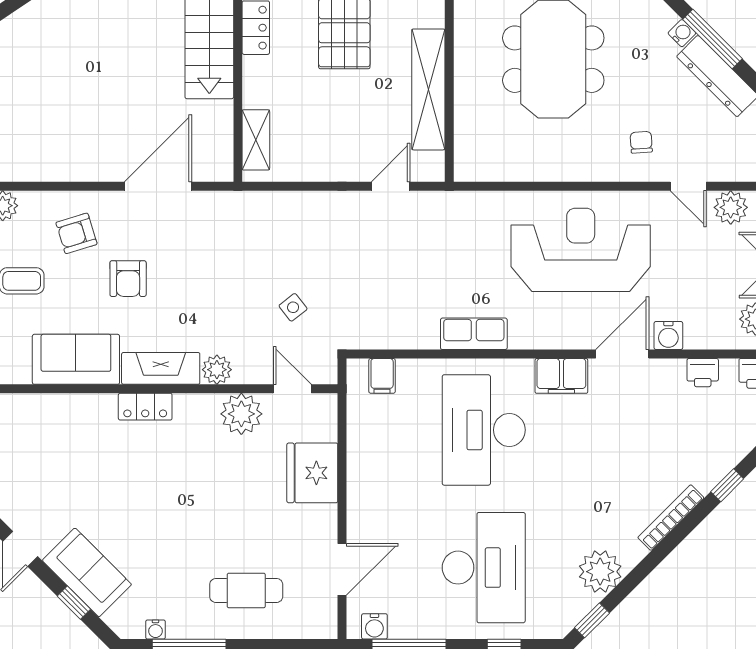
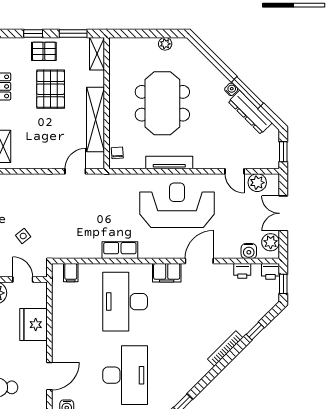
chair: (641, 142) -> (117, 153), moved
tv unit: (566, 170) -> (169, 163), added
water cooler: (668, 336) -> (249, 251), moved
plant: (600, 572) -> (187, 377), removed

